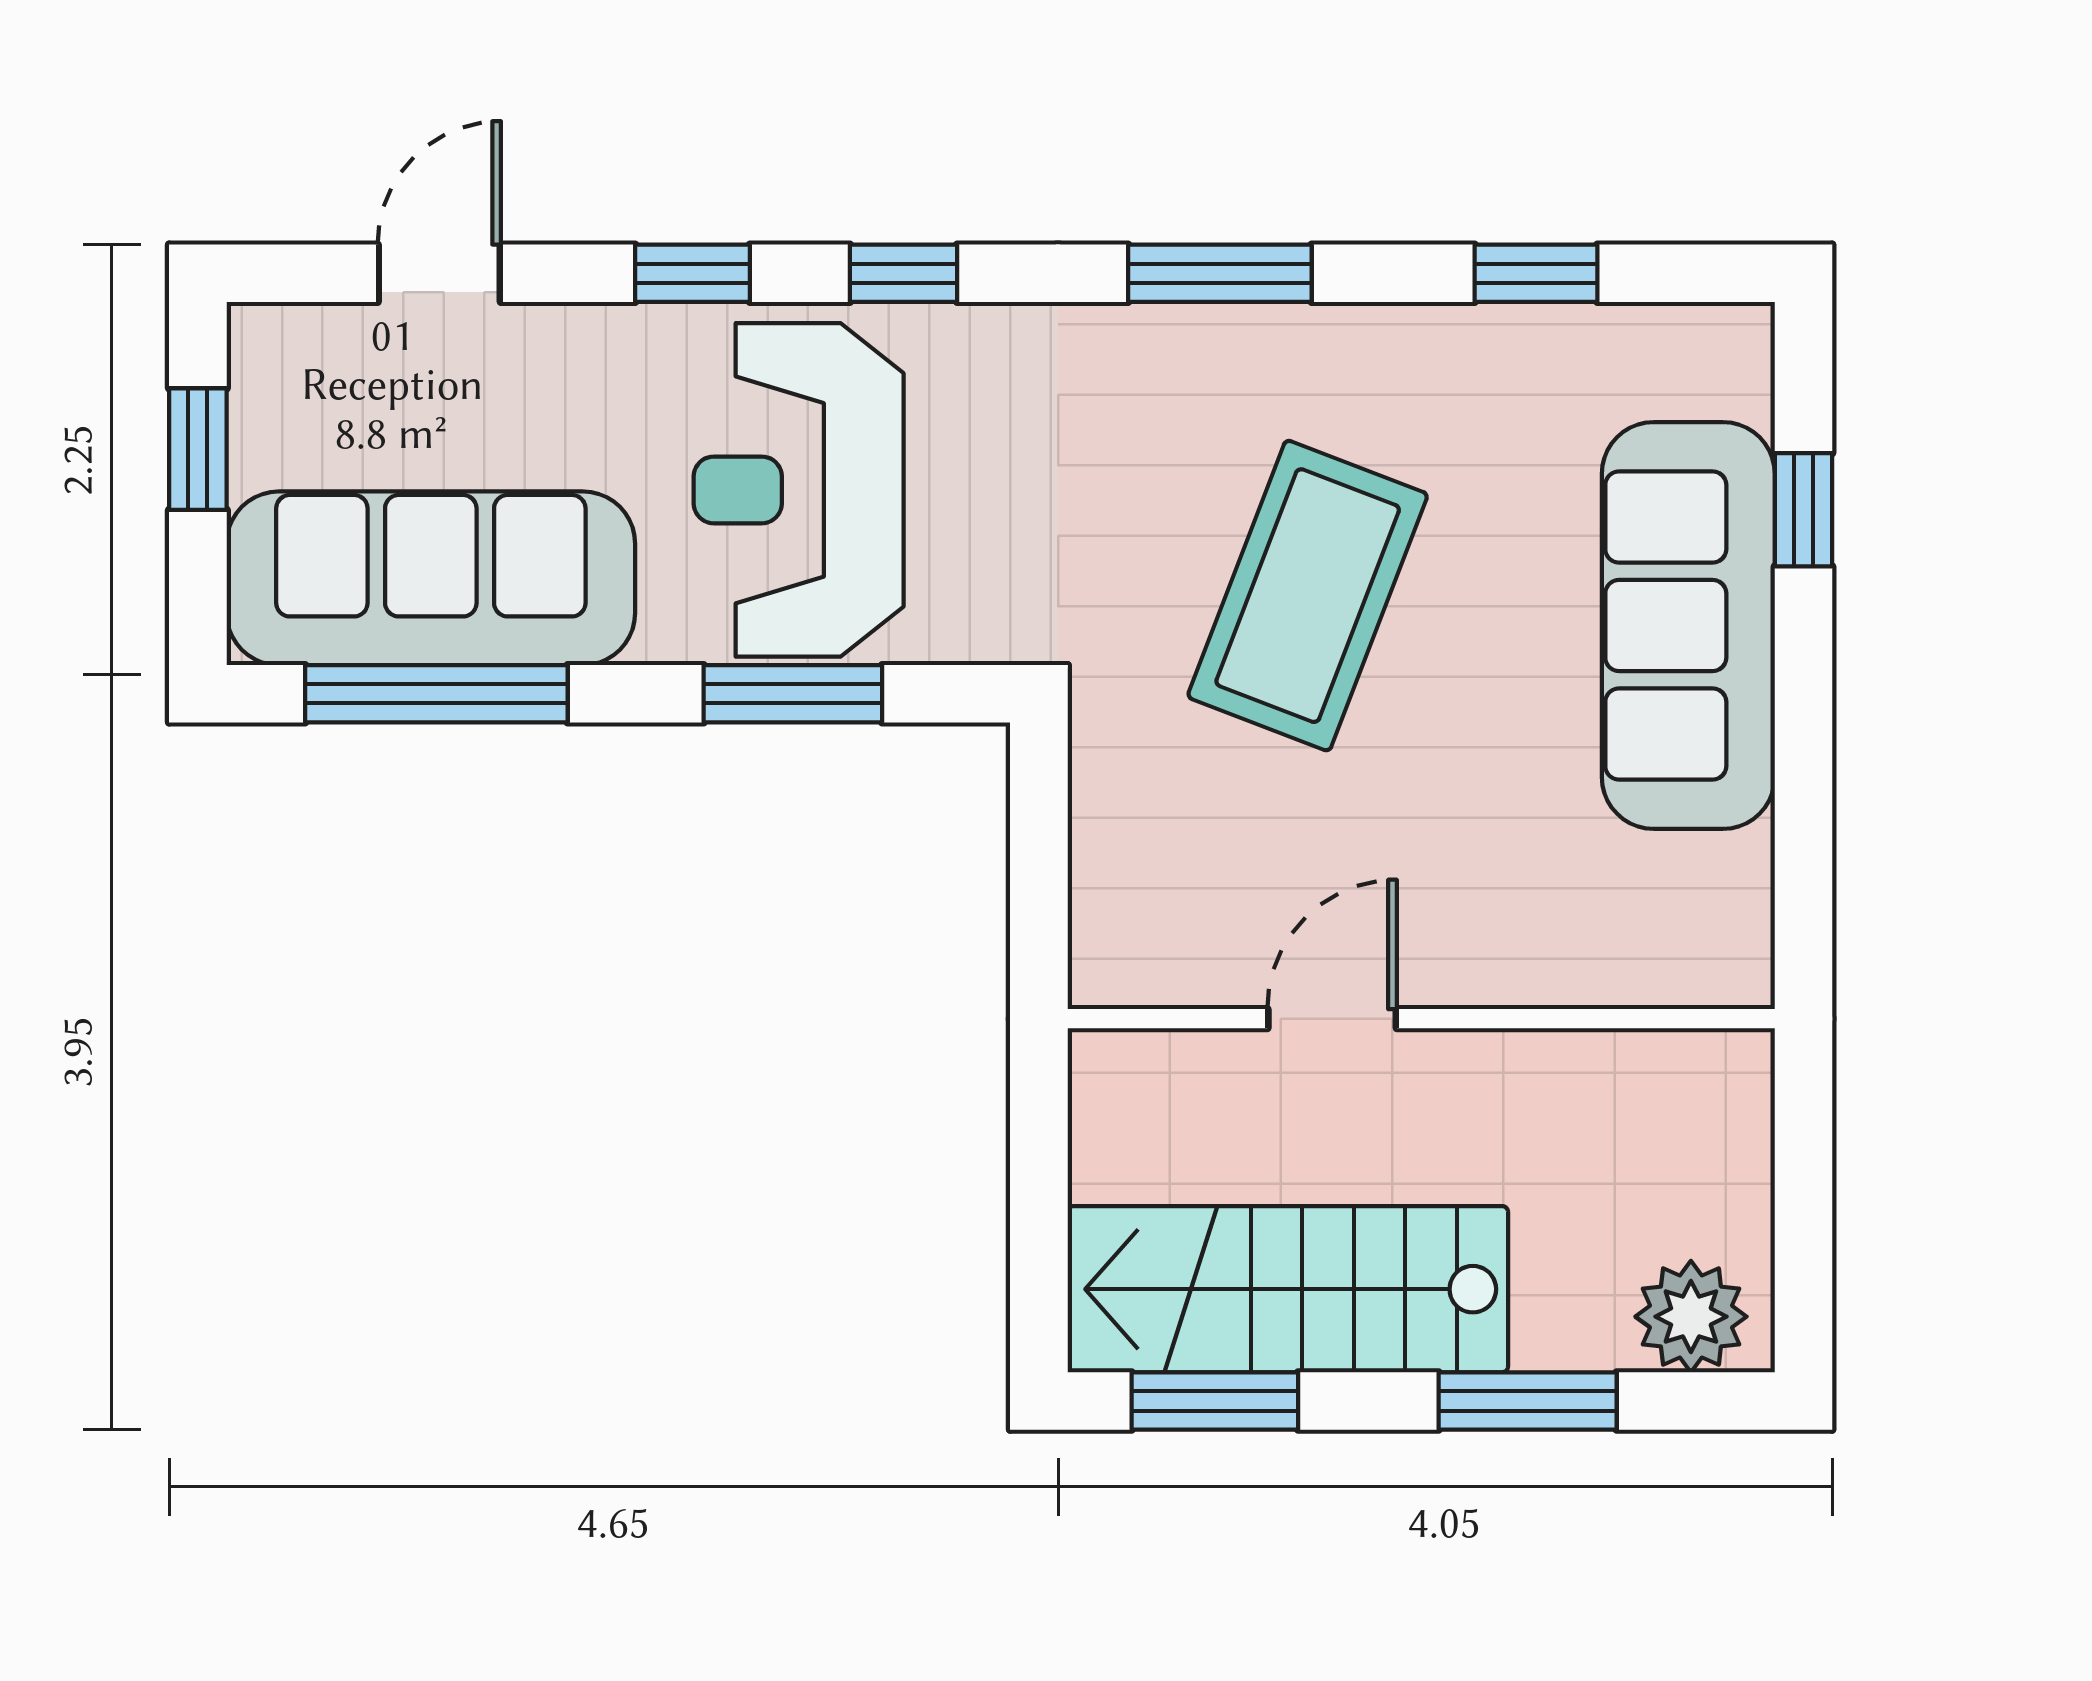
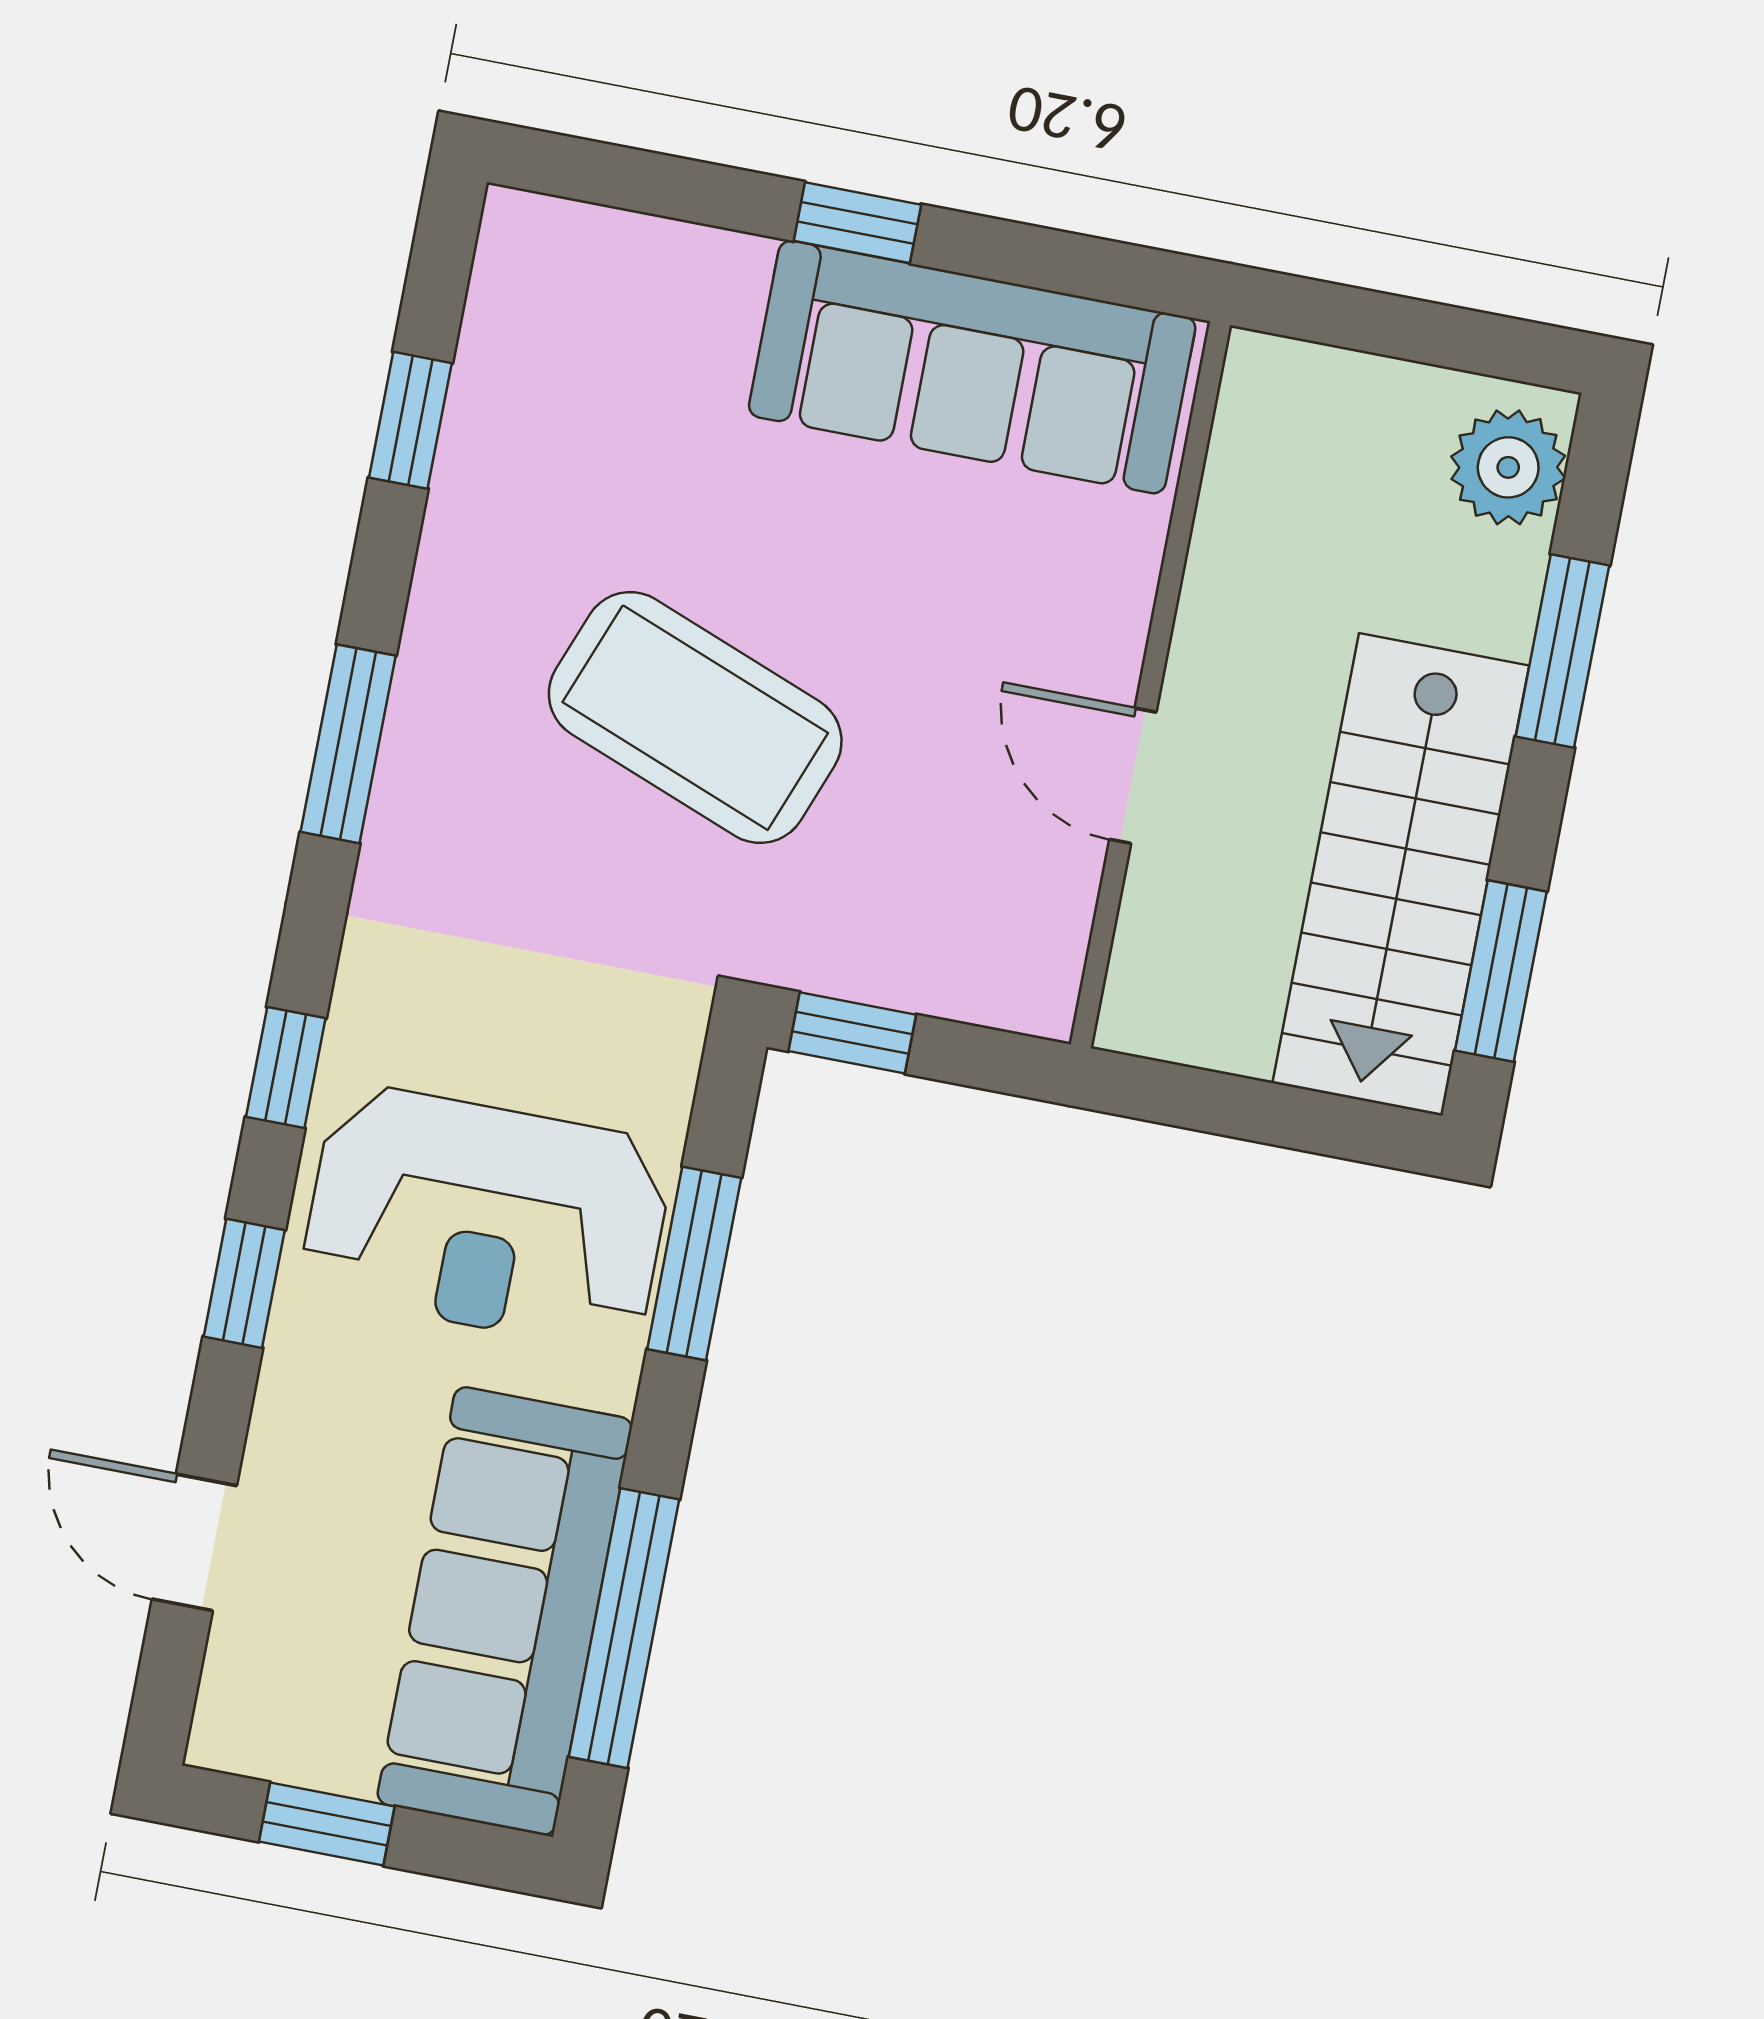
window: (1803, 510) -> (857, 223), moved
sofa: (1688, 625) -> (972, 367), moved
window: (1039, 801) -> (852, 1033), added

